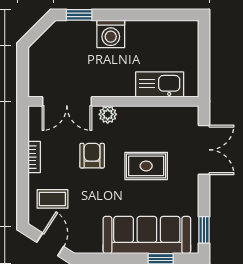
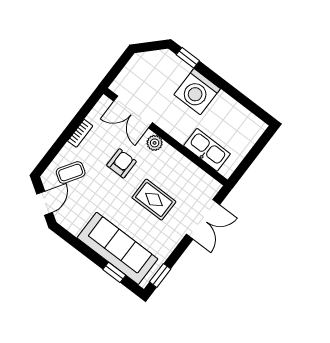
washing machine: (111, 34) -> (197, 92), width x1.37, depth x1.37
coffee table: (52, 199) -> (71, 172), turned -57

